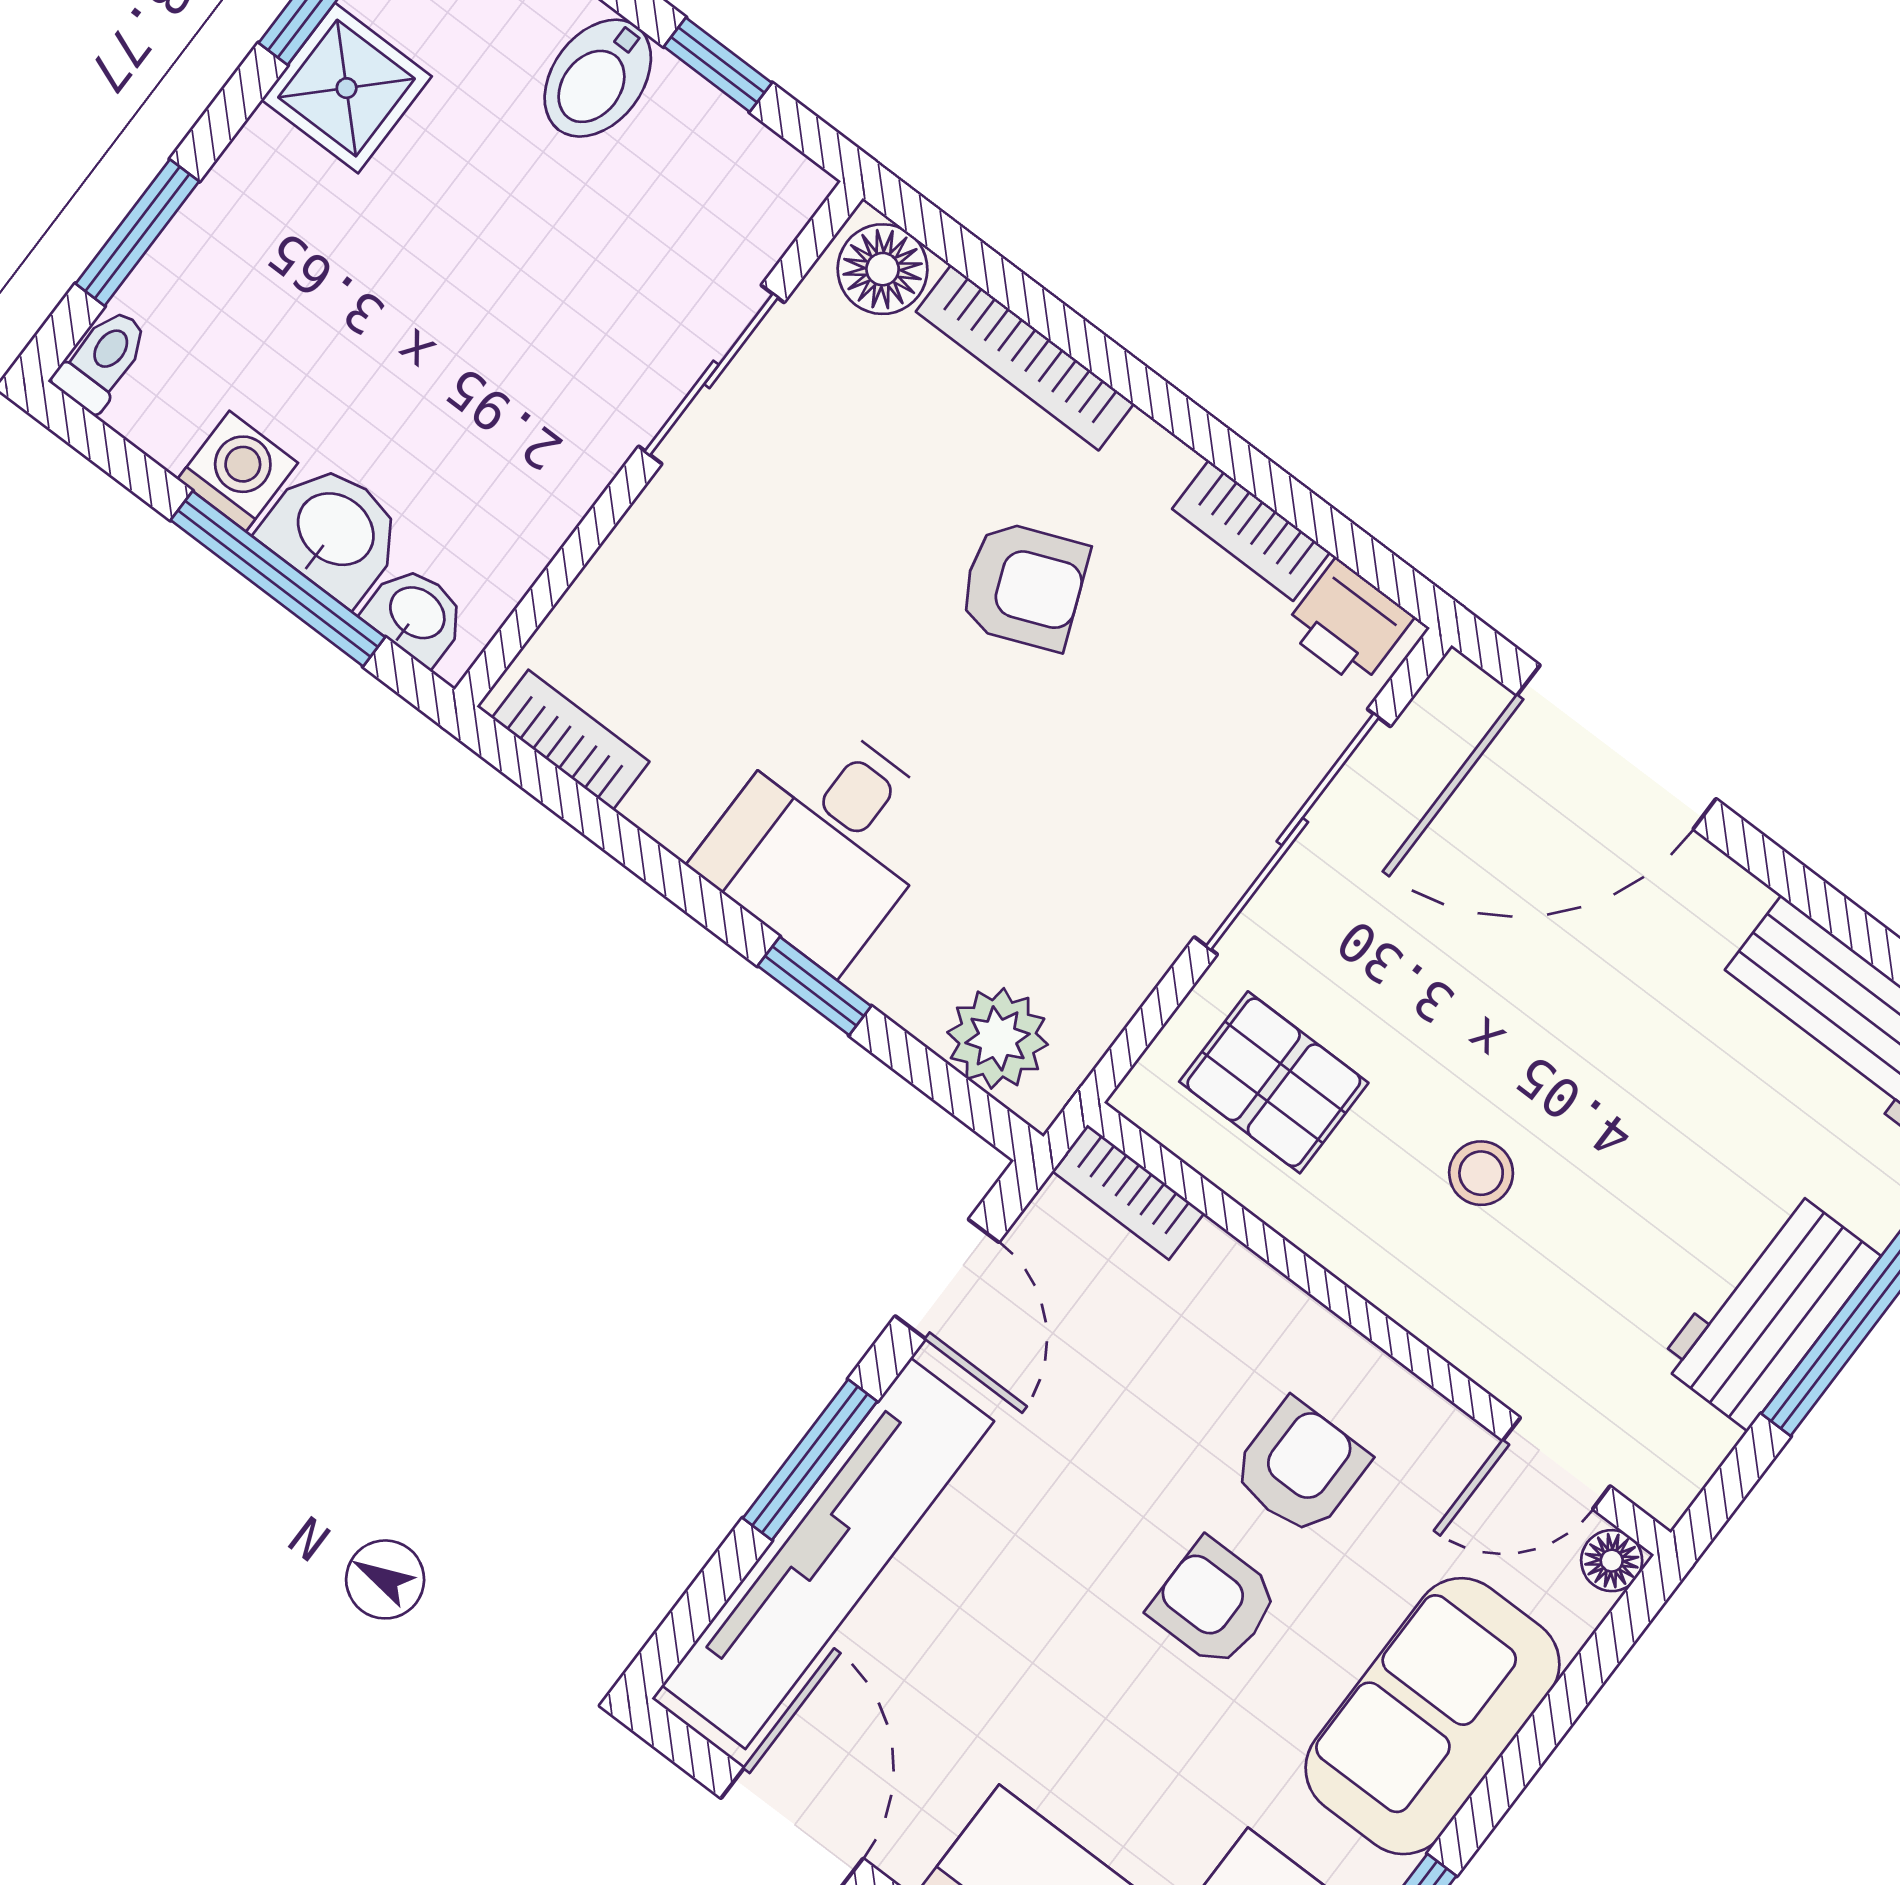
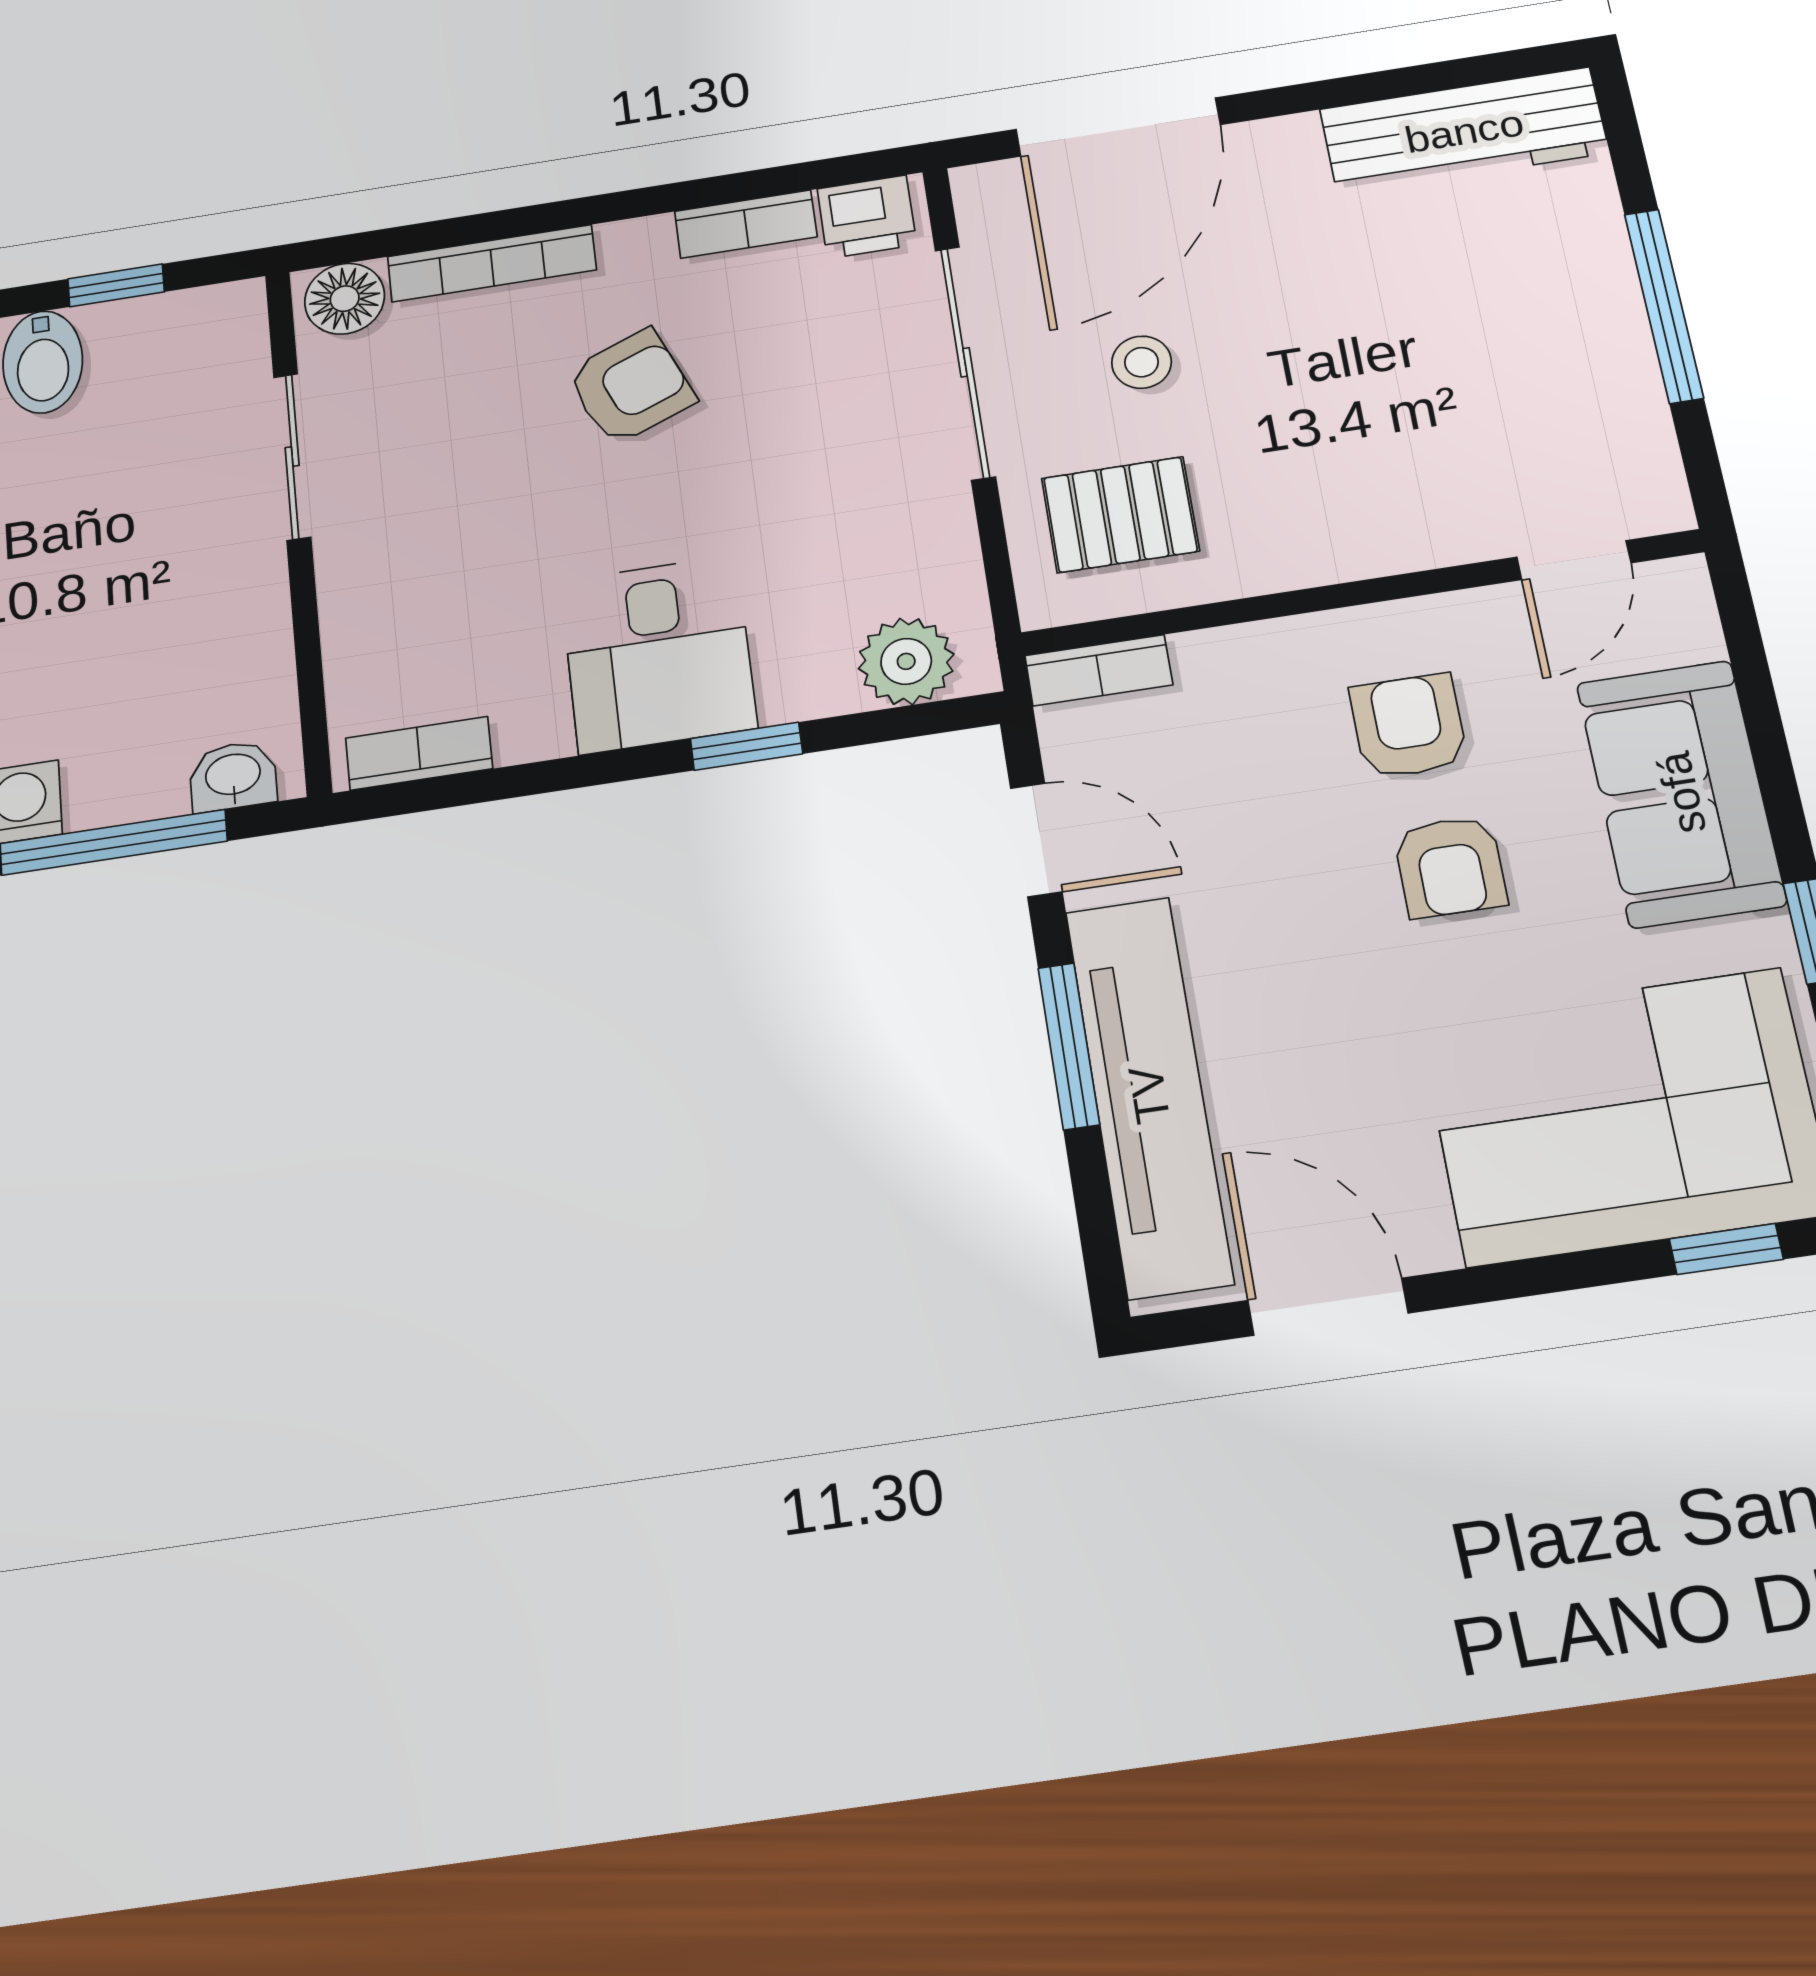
washbasin: (334, 532) -> (125, 779), removed
stool: (1481, 1173) -> (1142, 362), moved
workbench: (1769, 1309) -> (1599, 340), removed
floor lamp: (1612, 1561) -> (1681, 583), removed
armchair: (1214, 1603) -> (1450, 867), turned -90

